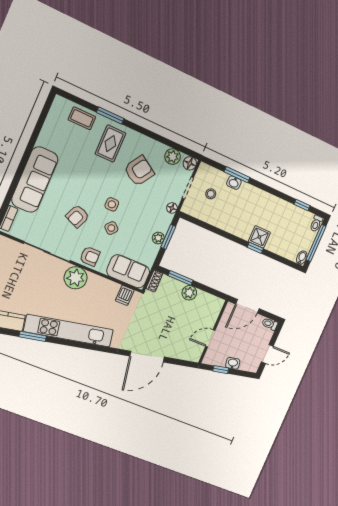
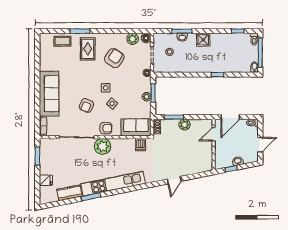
shower: (259, 237) -> (203, 40), moved
door: (210, 338) -> (214, 134), moved
door: (147, 357) -> (174, 180), width x0.53

